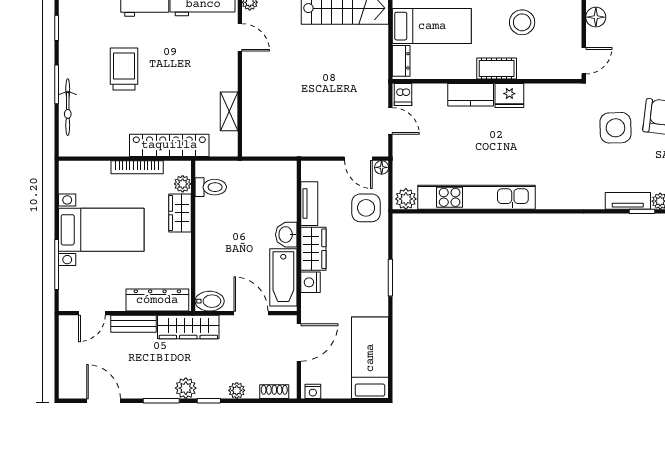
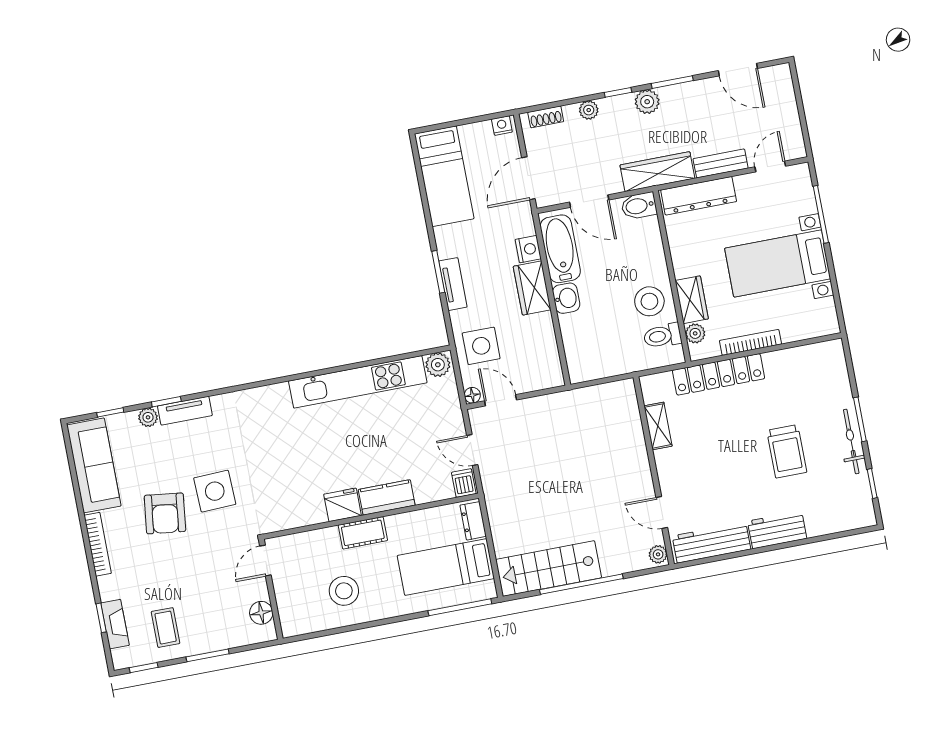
bicycle: (68, 107) -> (851, 441), moved
tv unit: (309, 204) -> (453, 284), moved, turned 180
stool: (216, 218) -> (649, 301), added

